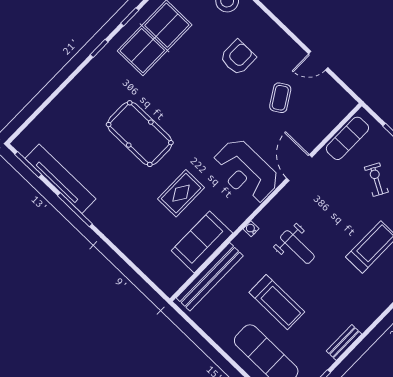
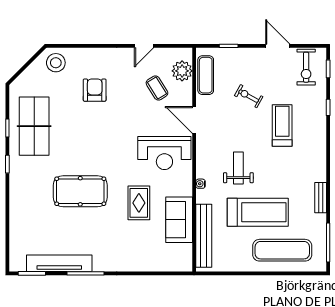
coffee table: (280, 98) -> (157, 88), moved
plant: (330, 115) -> (182, 71), added
exercise bike: (376, 180) -> (249, 96), moved
weight bench: (297, 247) -> (238, 168), turned -90
treadmill: (277, 302) -> (258, 212), width x1.37, depth x1.38

